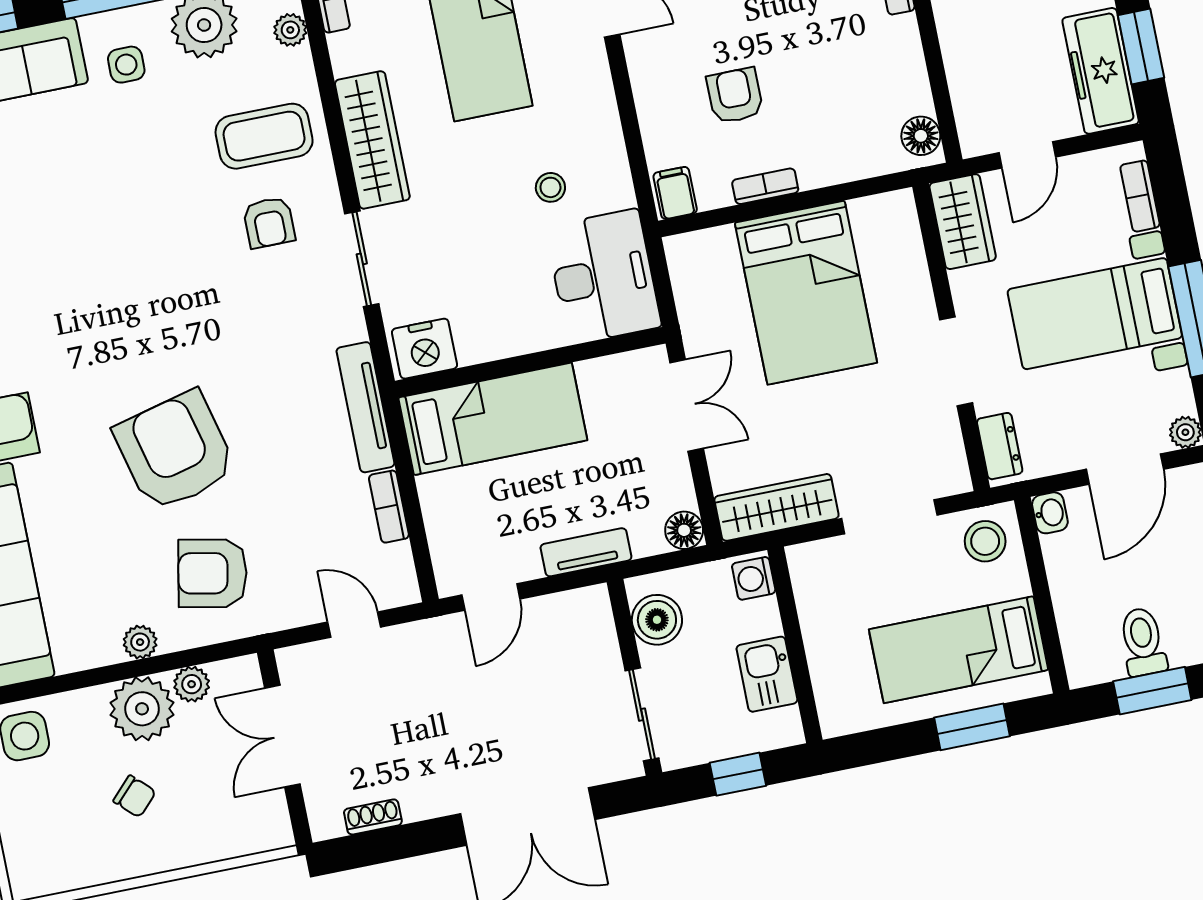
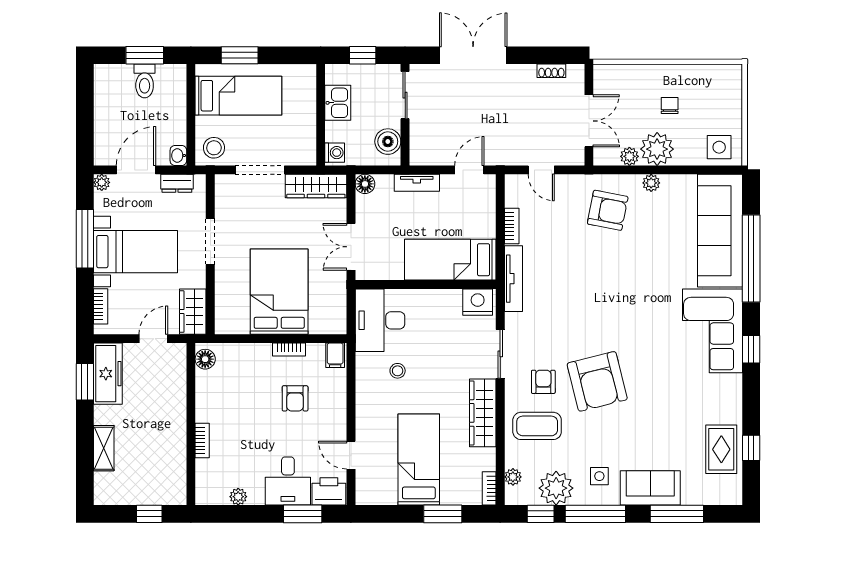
dresser: (1000, 446) -> (177, 183), moved, turned -90
armchair: (175, 451) -> (597, 381), moved
chair: (135, 796) -> (670, 105), turned 46

